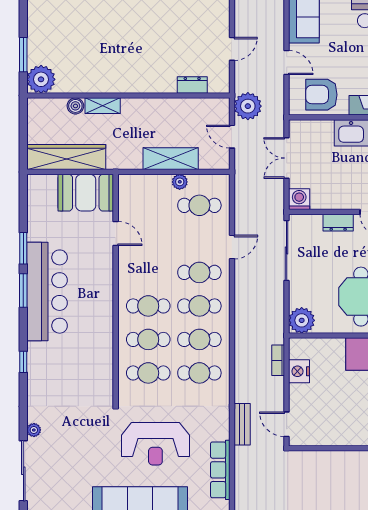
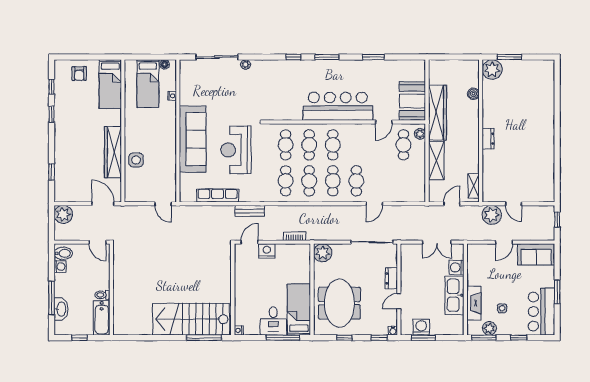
dresser: (192, 85) -> (488, 139), moved
armchair: (321, 95) -> (481, 267), removed
shelving: (103, 106) -> (474, 186), moved
plant: (248, 106) -> (492, 215), moved
wardrobe: (66, 157) -> (437, 113), moved
double door: (287, 158) -> (437, 242), swing flipped
plant: (180, 182) -> (420, 134), moved
washing machine: (299, 199) -> (456, 267), moved, turned 180
cafe table: (199, 205) -> (403, 145), moved
door: (232, 247) -> (374, 204), hinge flipped
window: (23, 290) -> (327, 57), moved
bar counter: (47, 292) -> (338, 106), moved, turned 180
nightstand: (299, 371) -> (267, 251), moved

